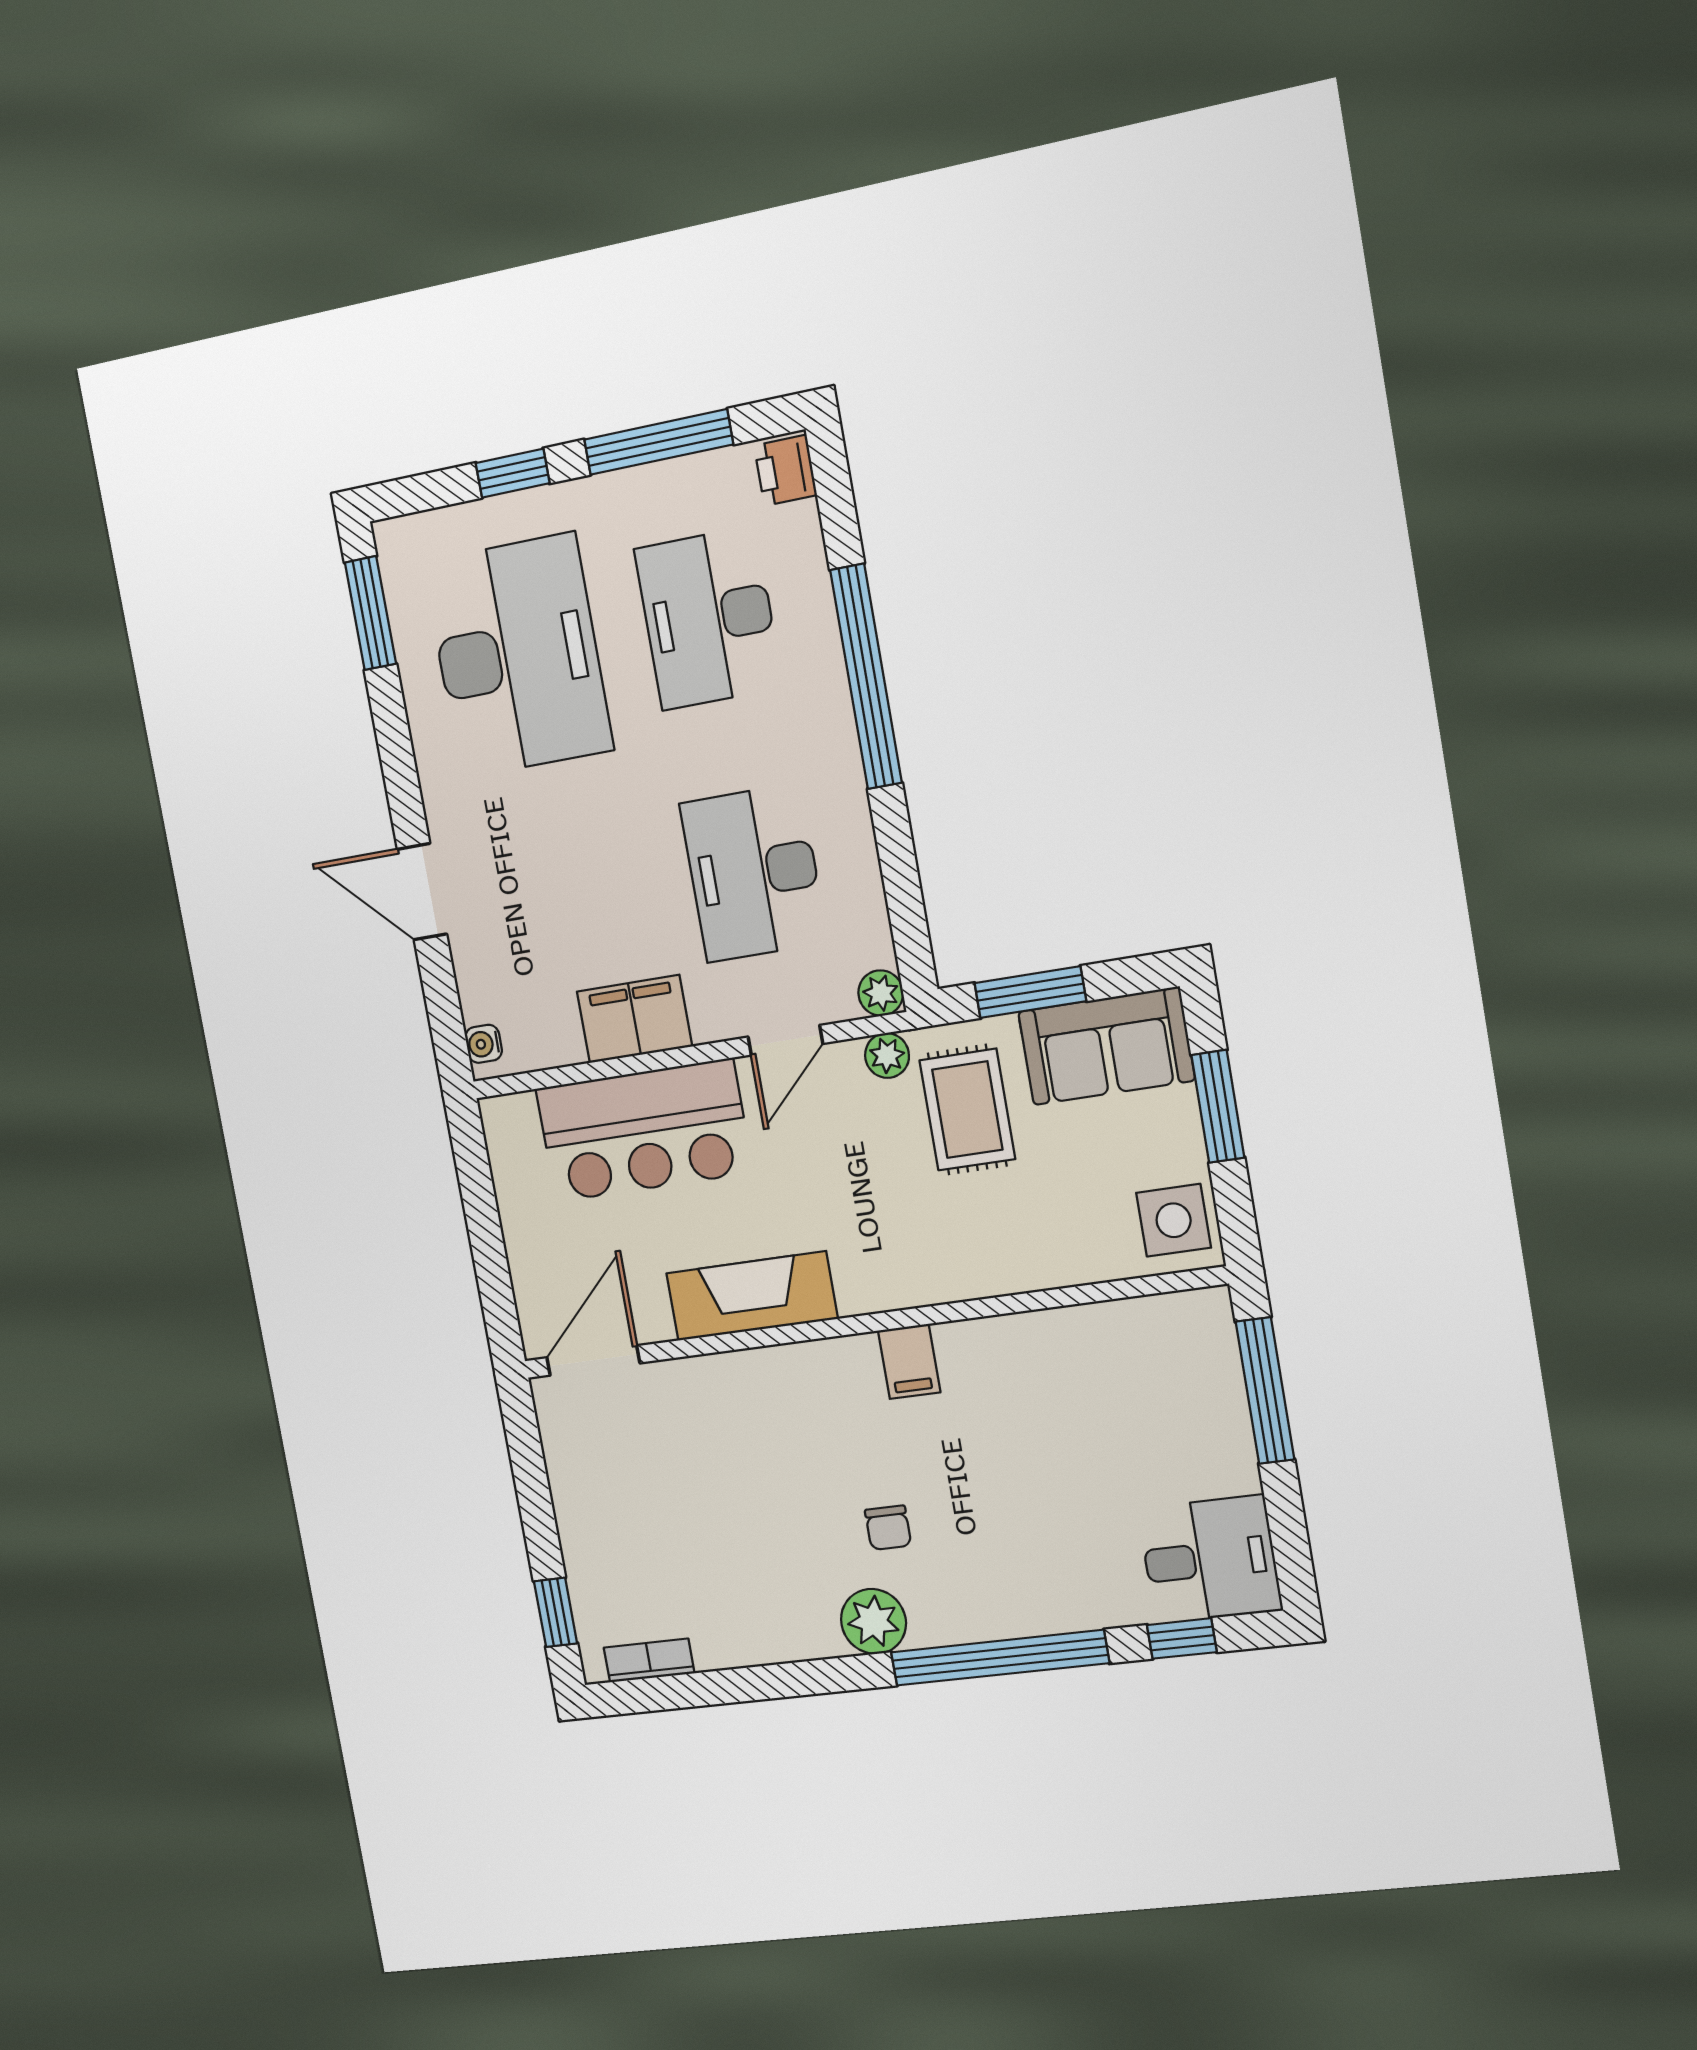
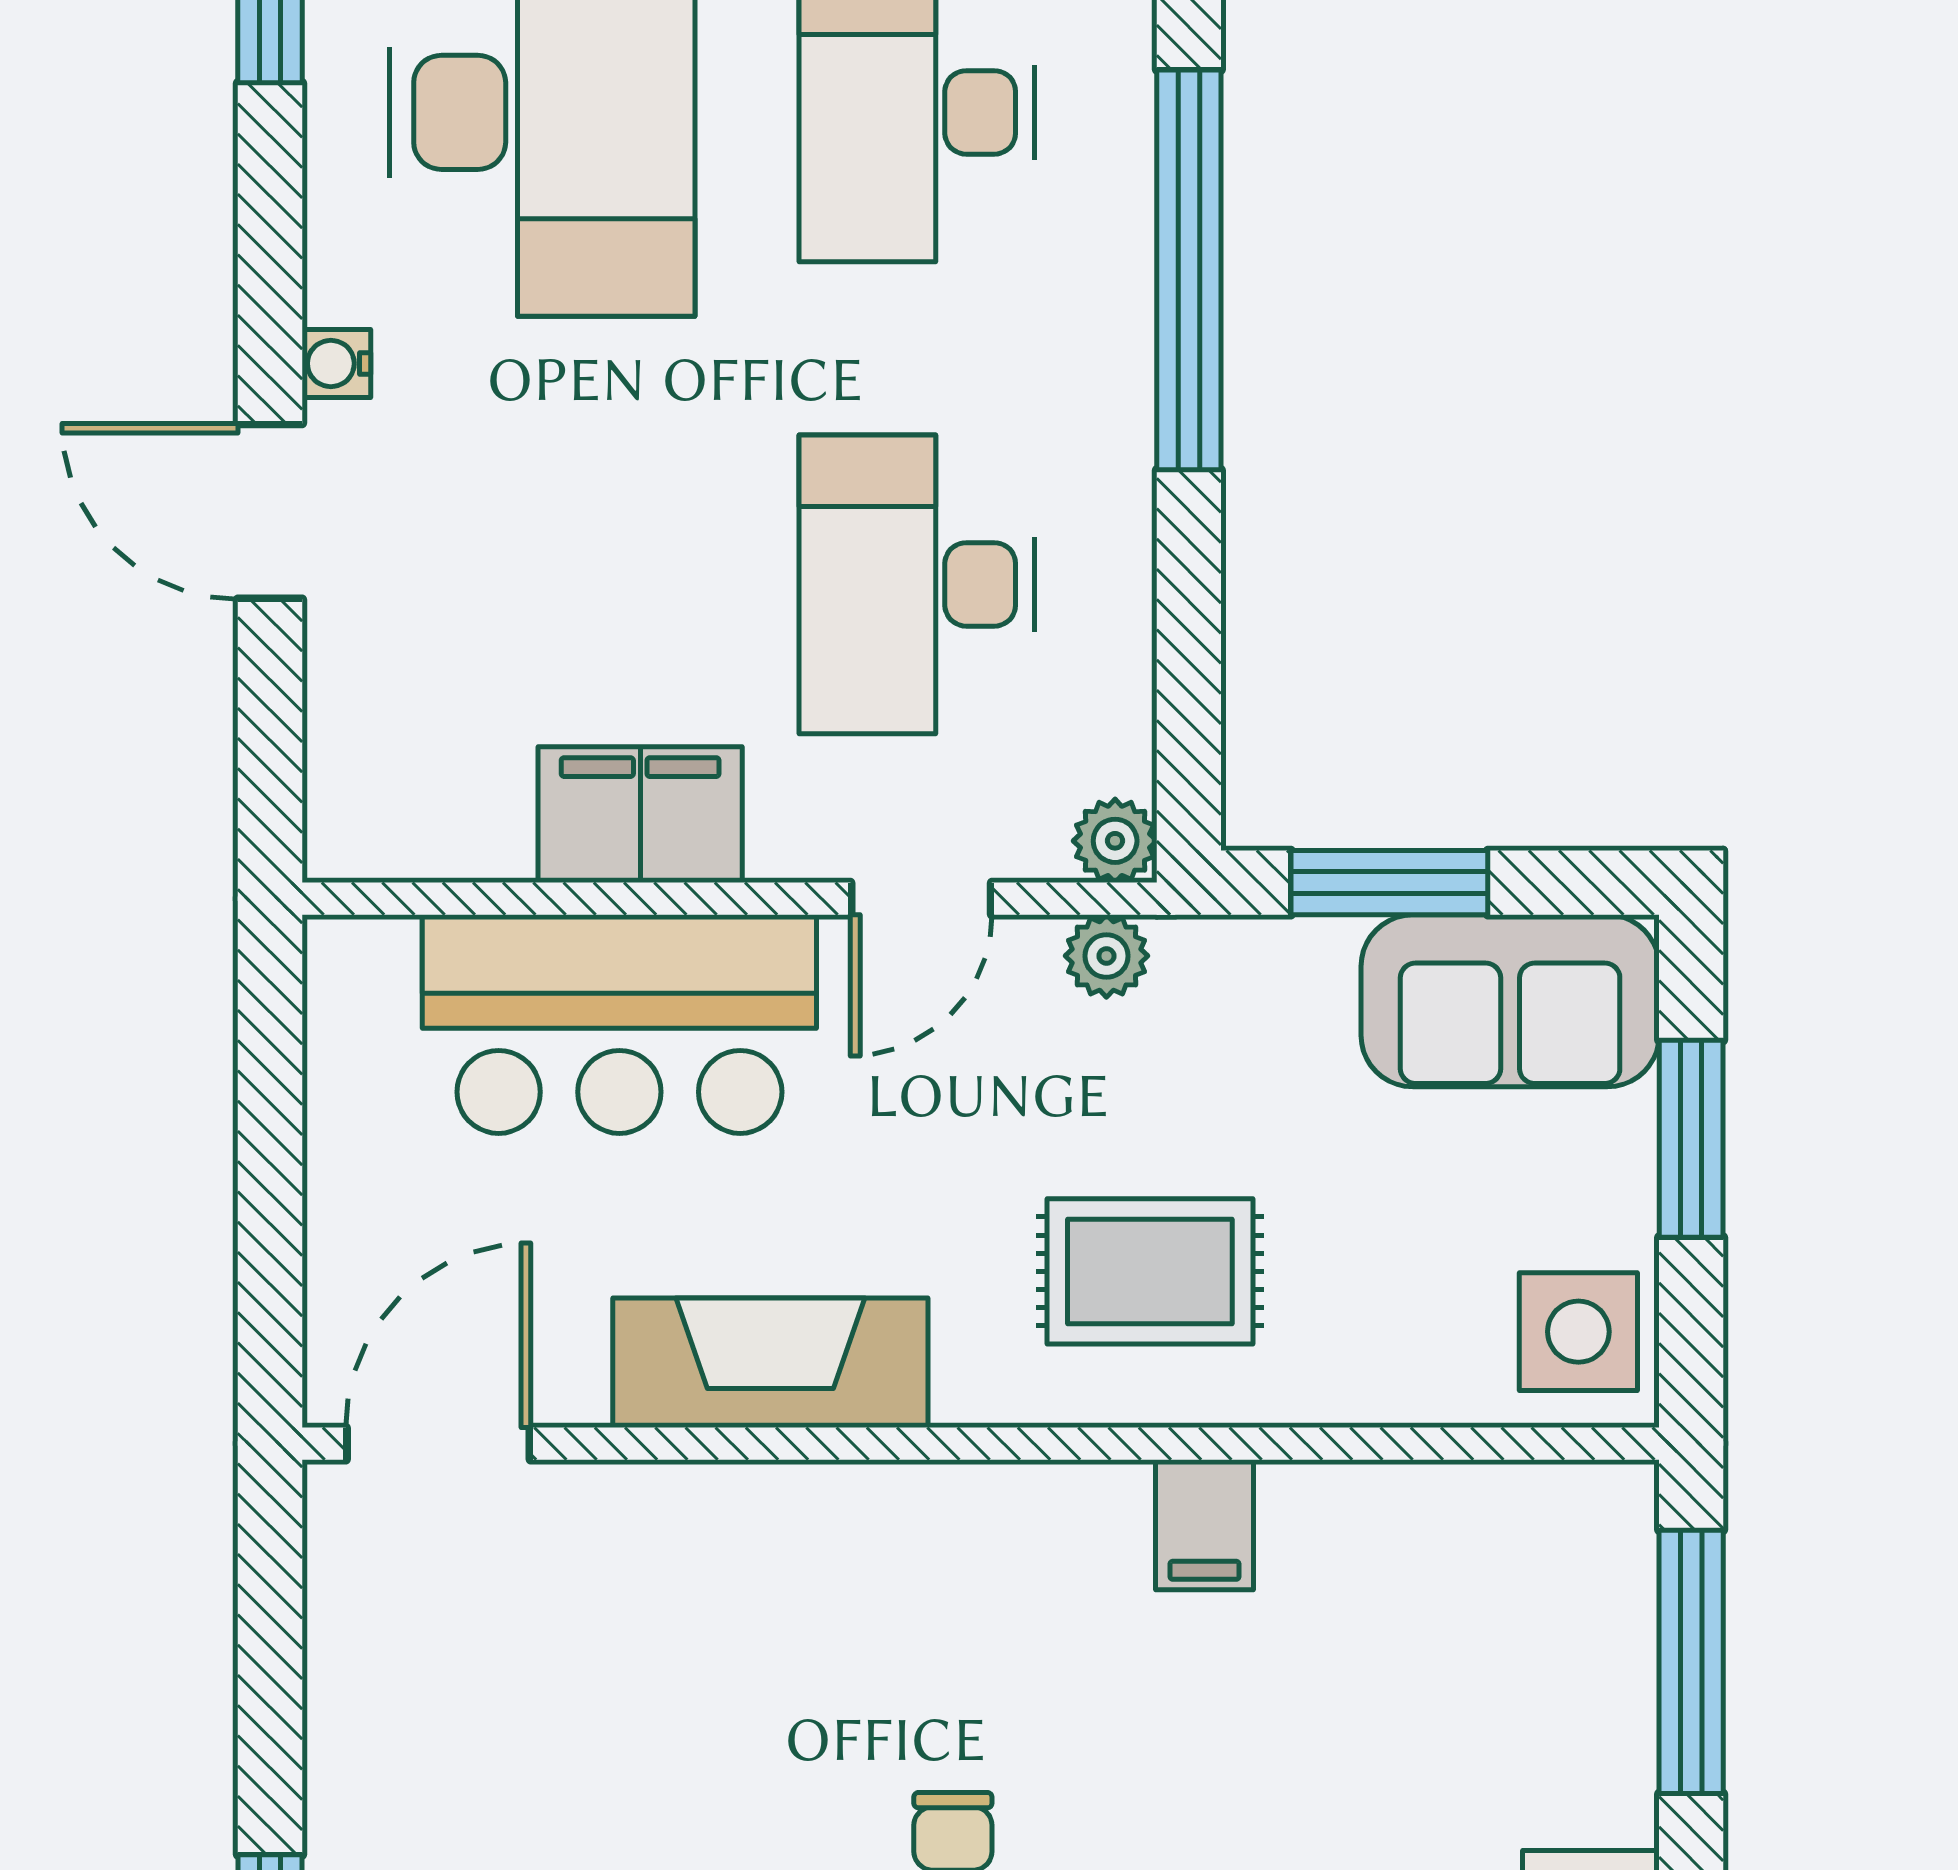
water cooler: (484, 1044) -> (336, 363), moved
rug: (967, 1110) -> (1150, 1271), moved, turned 90
filing cabinet: (909, 1361) -> (1204, 1525), moved

